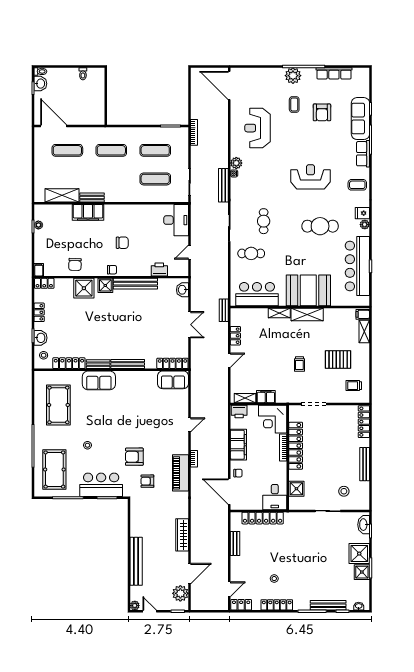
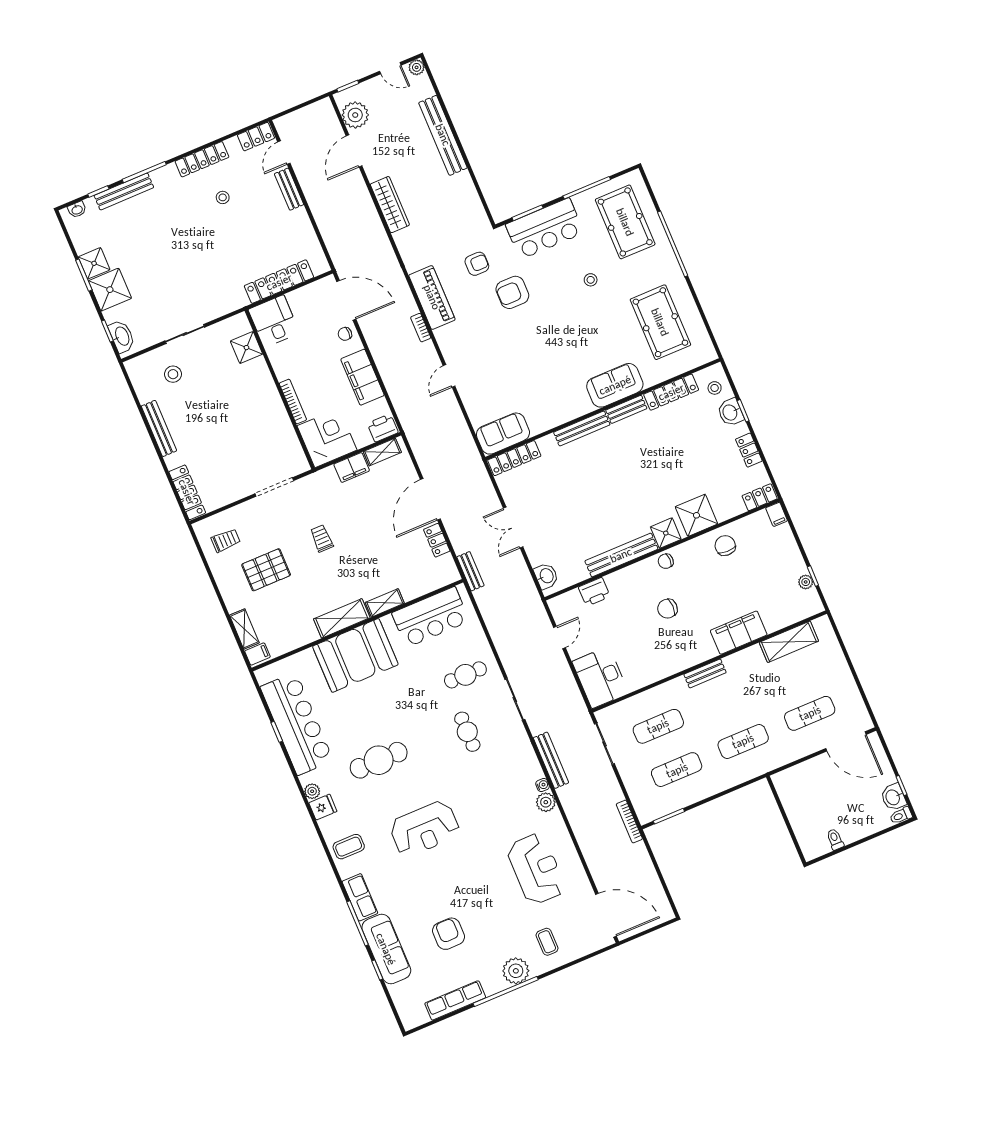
coffee table: (294, 104) -> (547, 942), moved
bench: (92, 197) -> (705, 673), moved
door: (229, 360) -> (430, 499), width x1.88
locker: (296, 446) -> (275, 412), removed
armchair: (134, 457) -> (512, 292), turned 180
bench: (235, 544) -> (289, 189), moved

